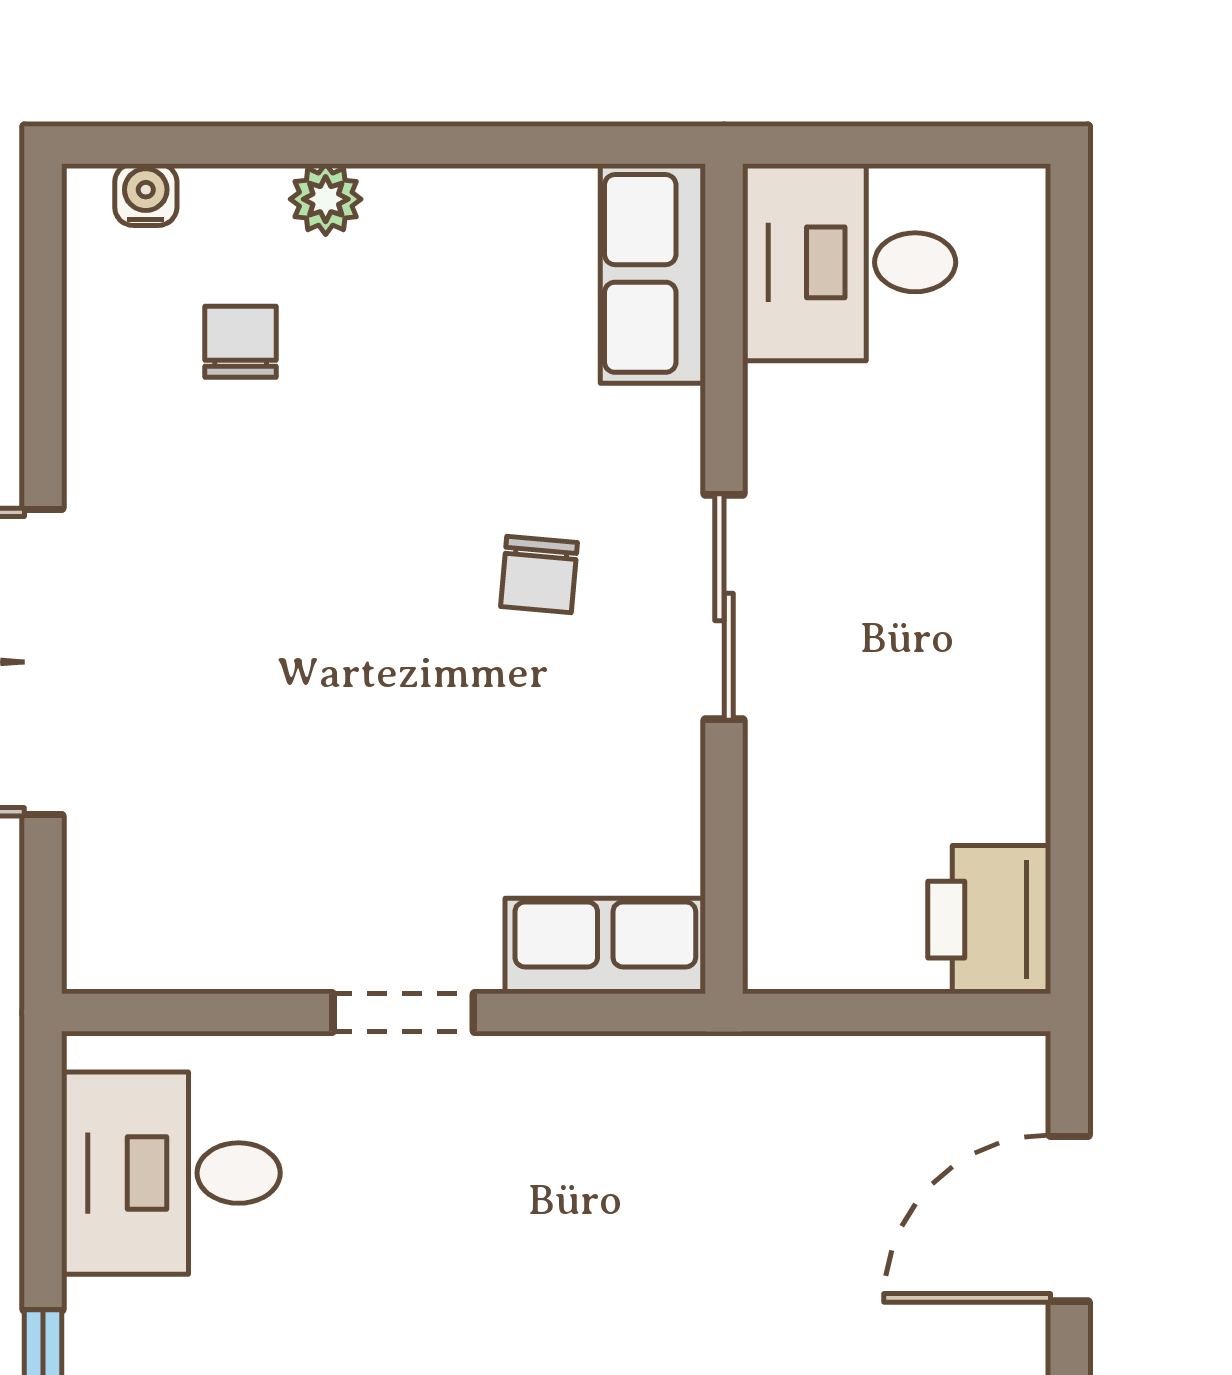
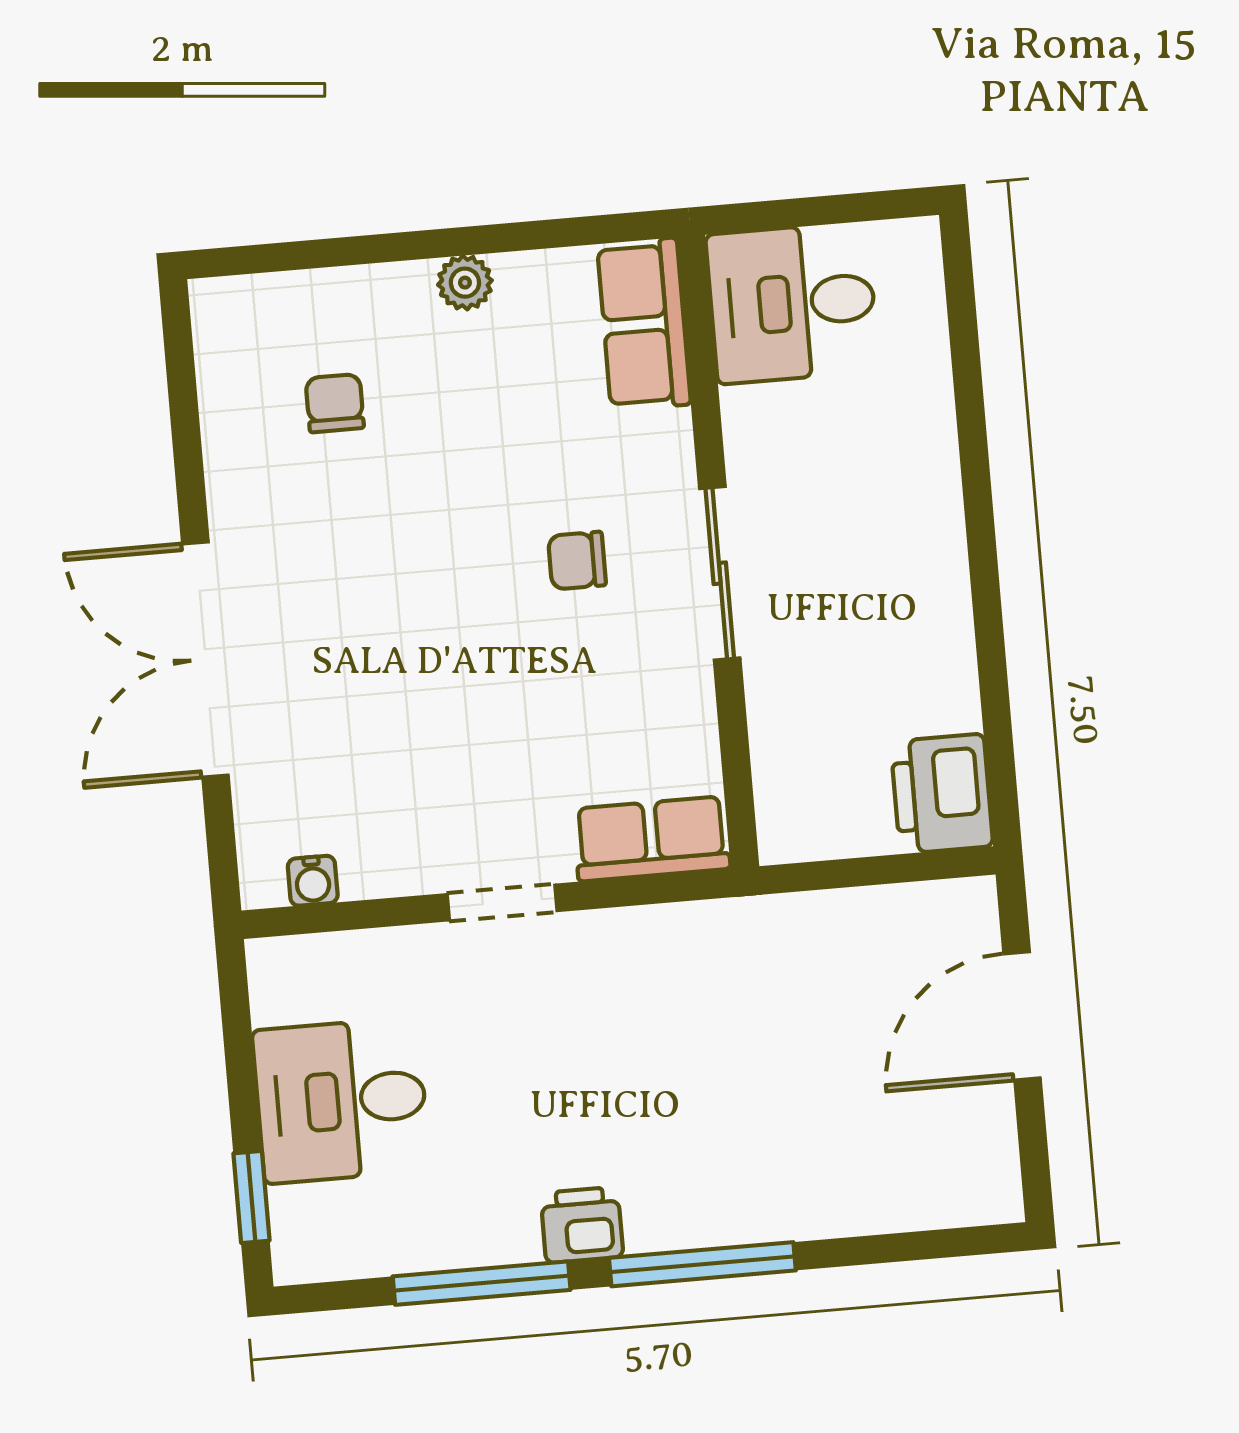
water cooler: (146, 195) -> (313, 881), moved, turned 180
plant: (326, 199) -> (465, 283), moved
chair: (539, 575) -> (577, 561), turned 85
desk: (171, 1173) -> (341, 1100), moved

